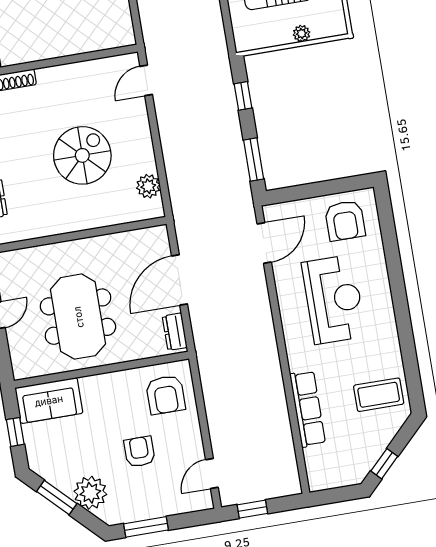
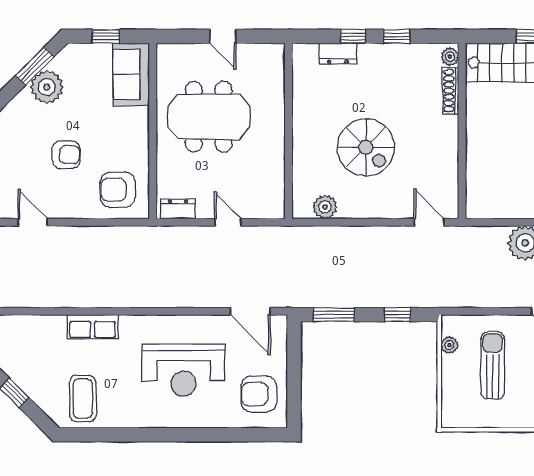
plant: (302, 34) -> (449, 345), moved
door: (180, 280) -> (228, 222), width x0.53
row of seats: (308, 409) -> (93, 327), width x0.68
plant: (90, 493) -> (47, 87), moved

